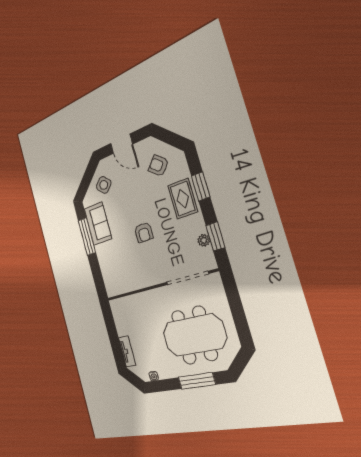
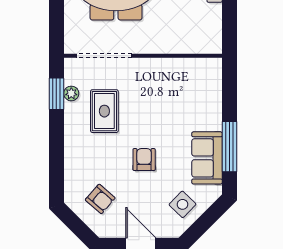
window: (201, 186) -> (56, 155), removed
rug: (183, 199) -> (104, 111), moved
armchair: (144, 232) -> (144, 160), moved

